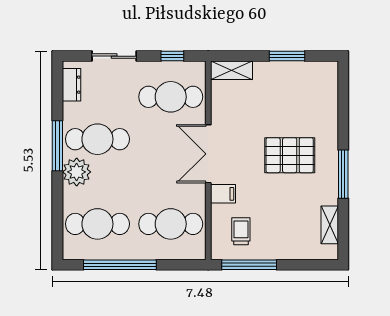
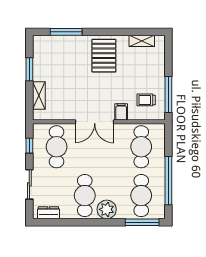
shelving: (231, 70) -> (39, 96), moved
window: (57, 146) -> (142, 222), moved
pallet: (290, 155) -> (104, 56), moved
window: (343, 174) -> (66, 32), moved

